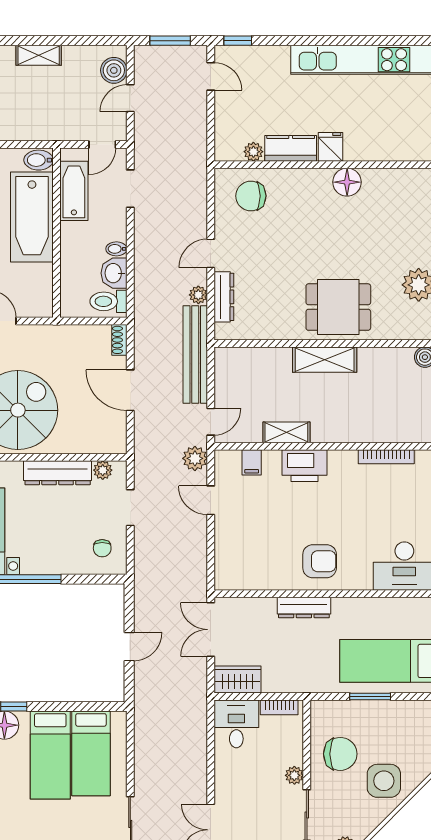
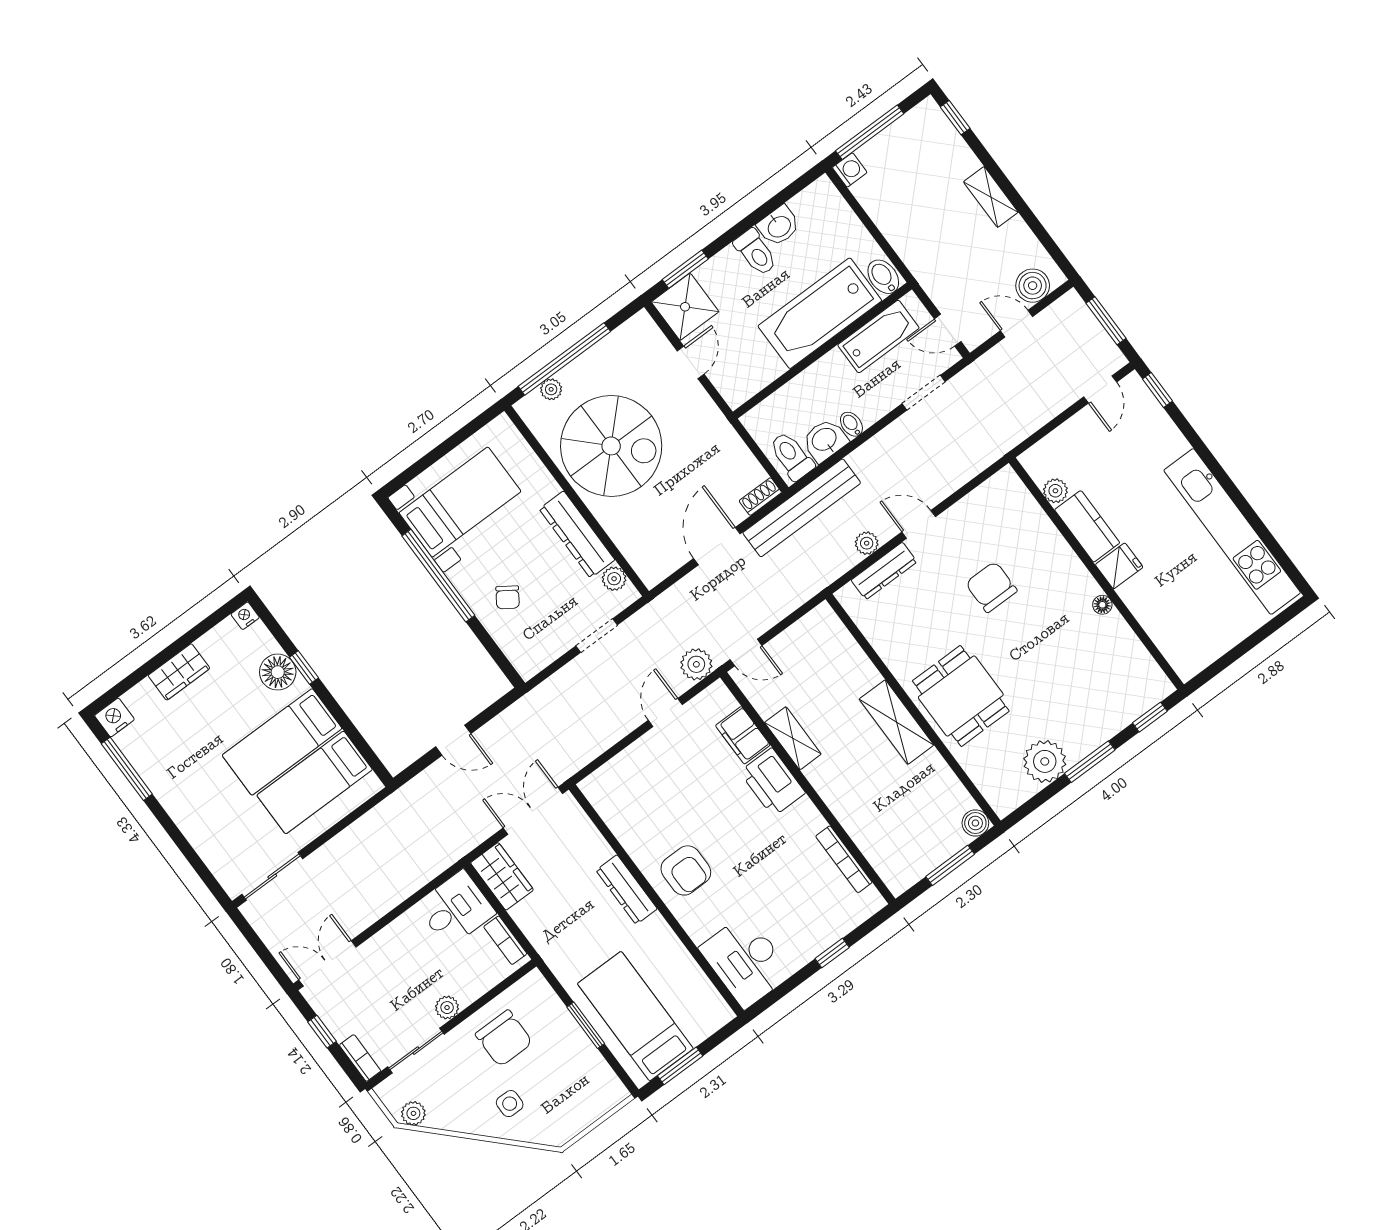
floor lamp: (347, 182) -> (1102, 605), width x0.53, depth x0.53
chair: (251, 196) -> (991, 587), moved
bench: (195, 355) -> (802, 508), moved
filing cabinet: (252, 462) -> (743, 735), width x2.00
chair: (102, 548) -> (508, 597), moved, turned -56
side table: (384, 781) -> (510, 1104), width x0.54, depth x0.54

